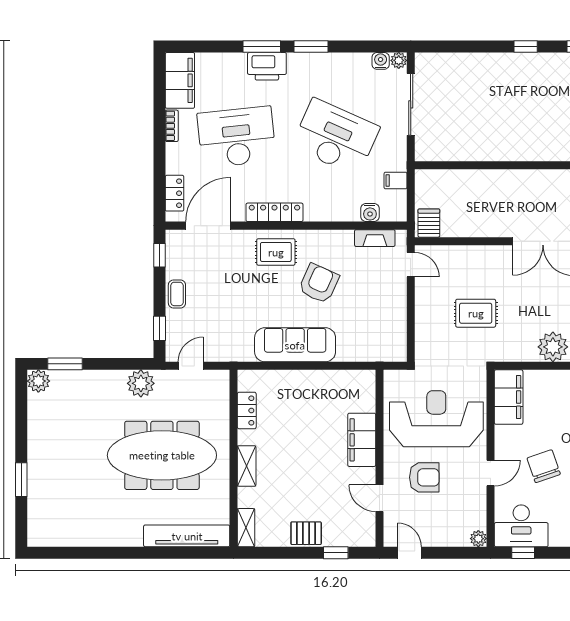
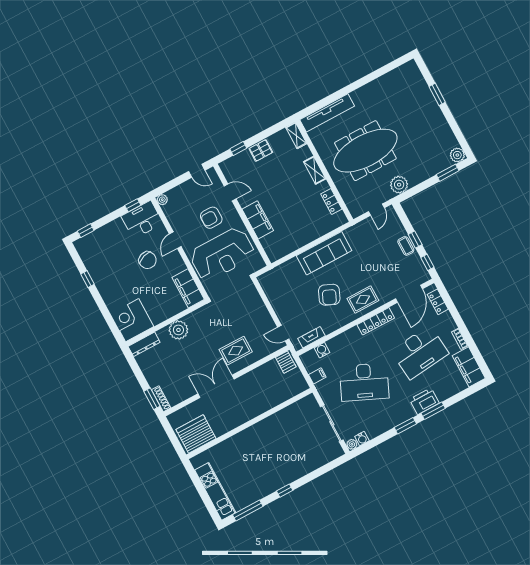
rug: (476, 313) -> (236, 351), moved
window: (160, 328) -> (415, 240), moved

